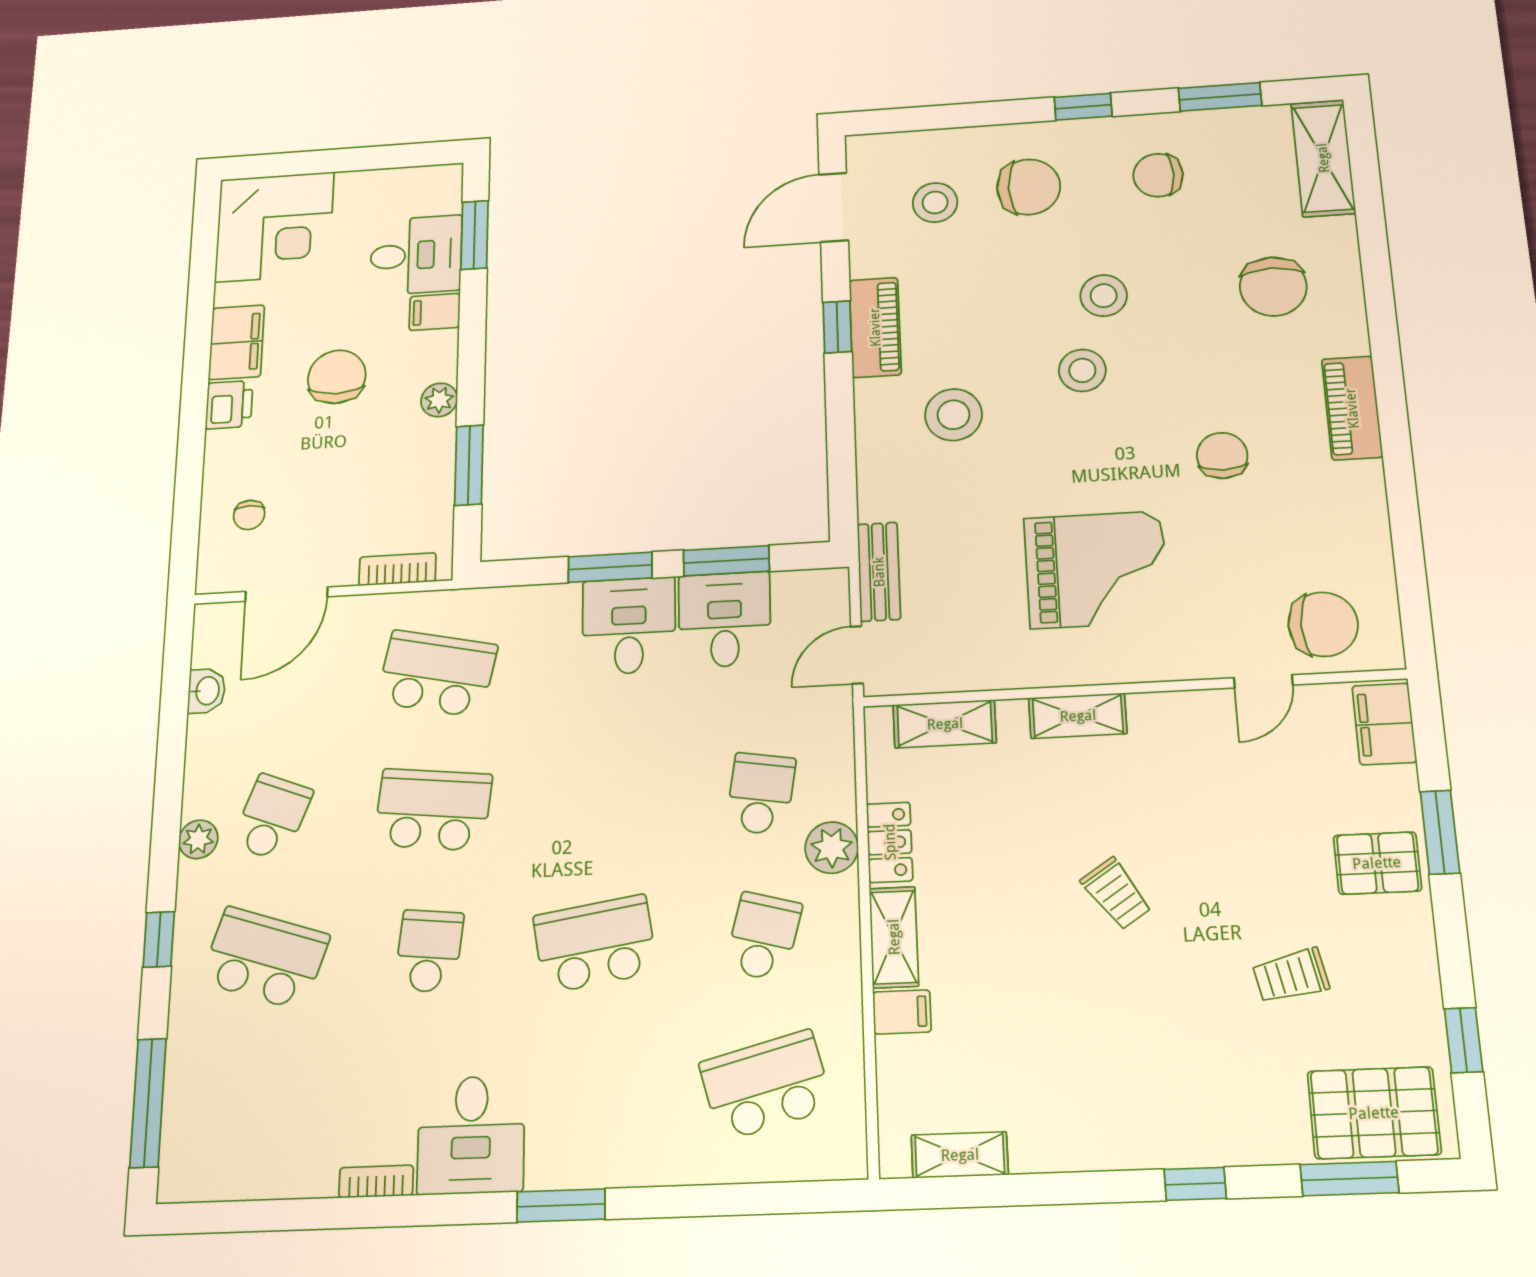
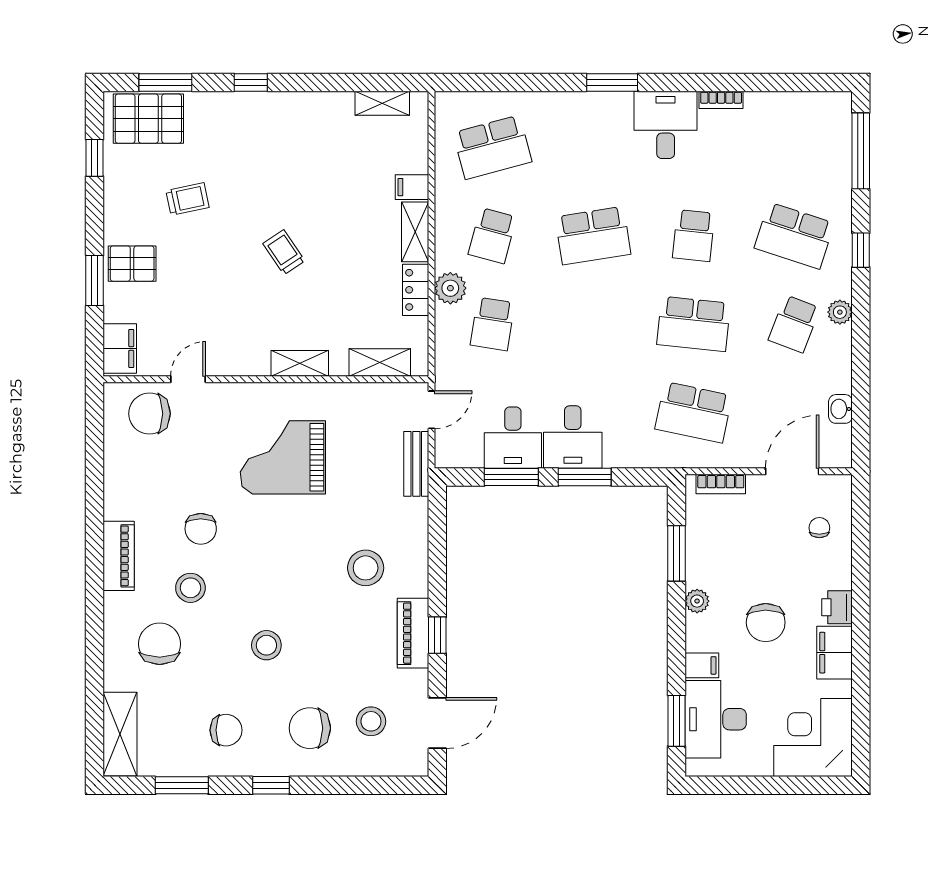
desk: (416, 255) -> (716, 719), width x1.37
stool: (1082, 370) -> (190, 588), moved

